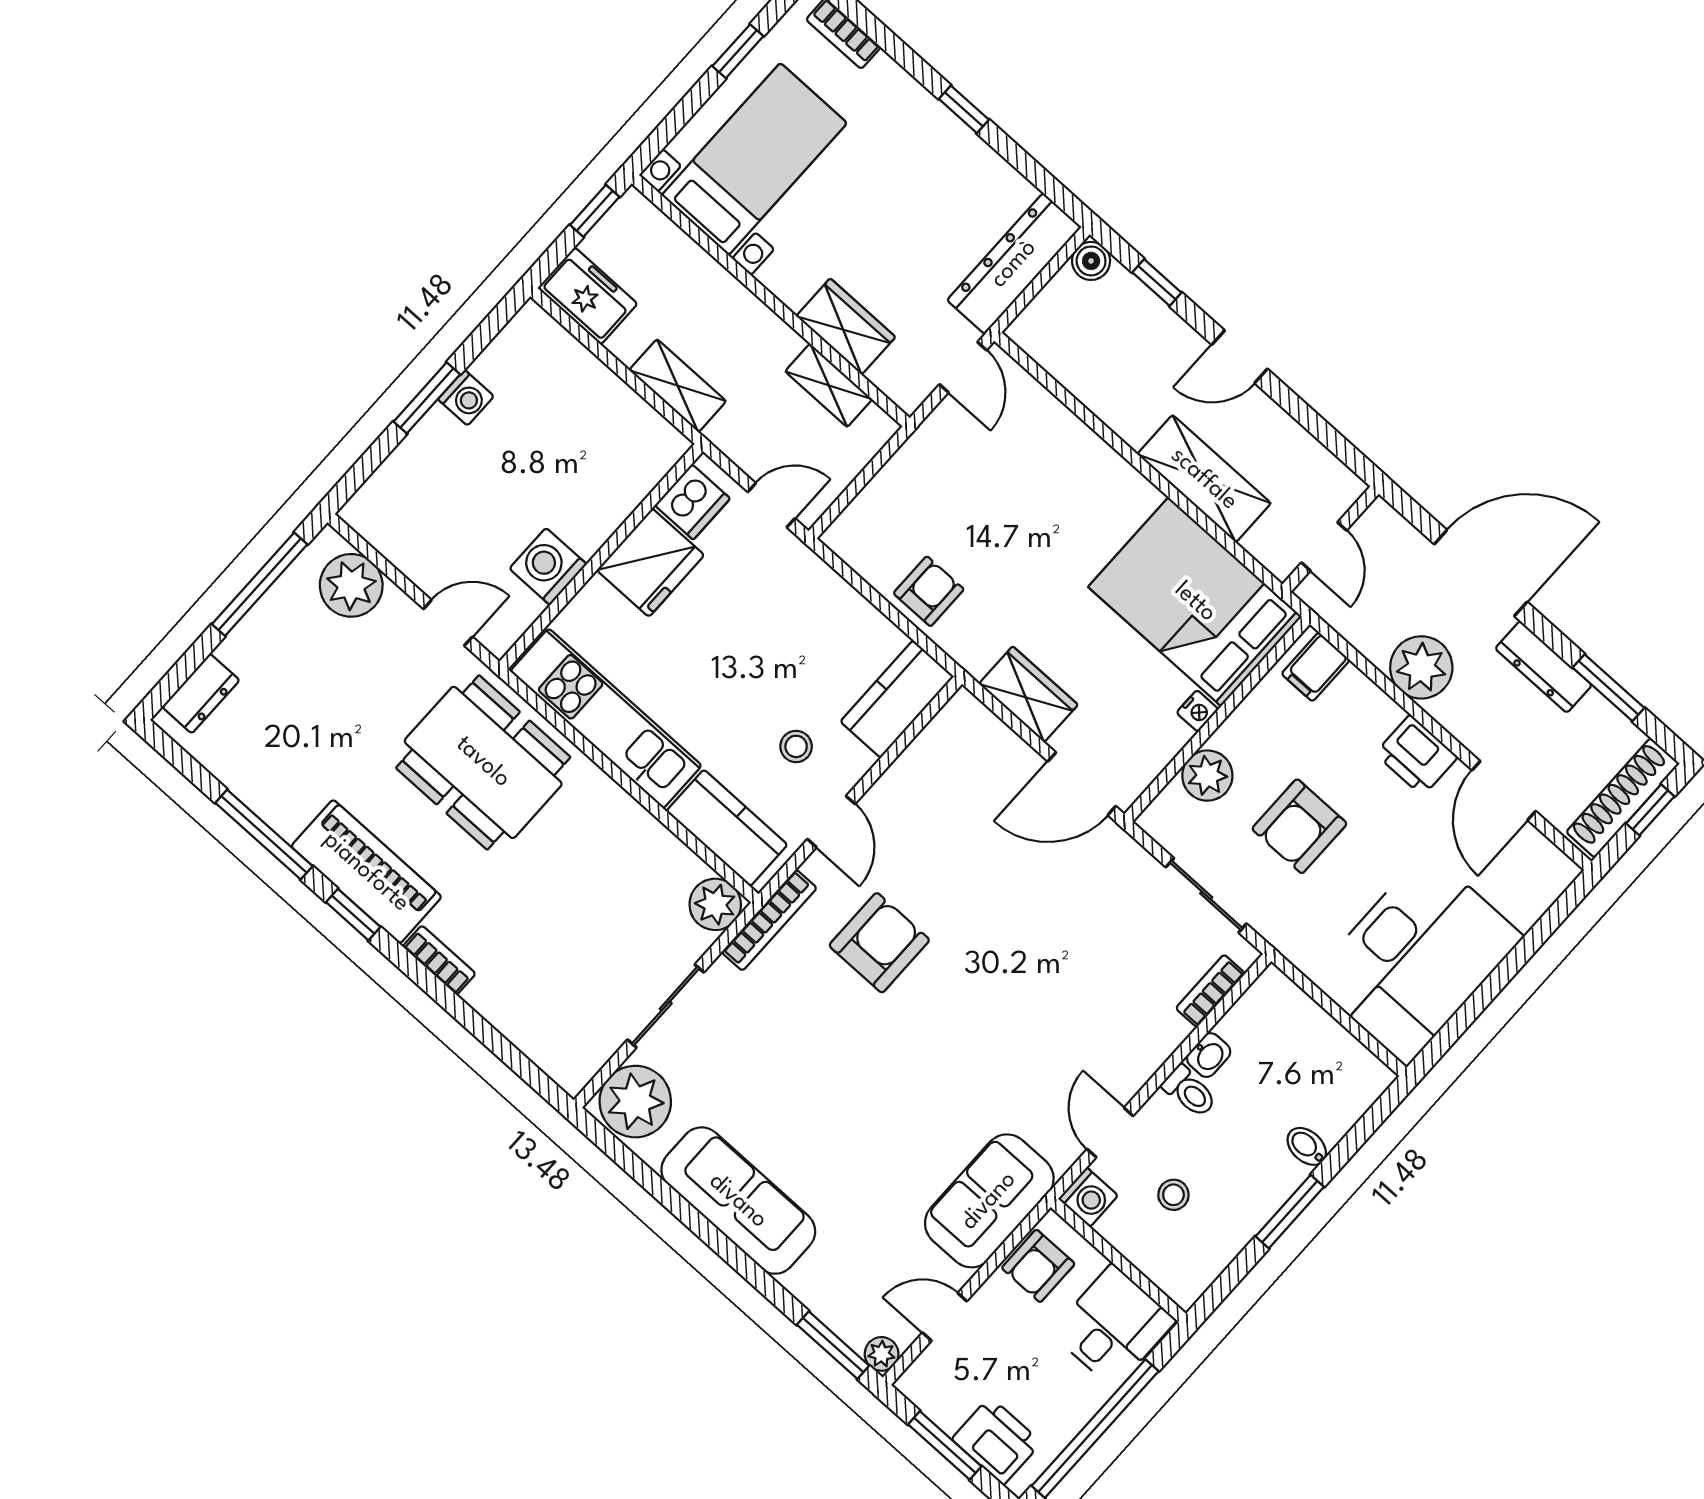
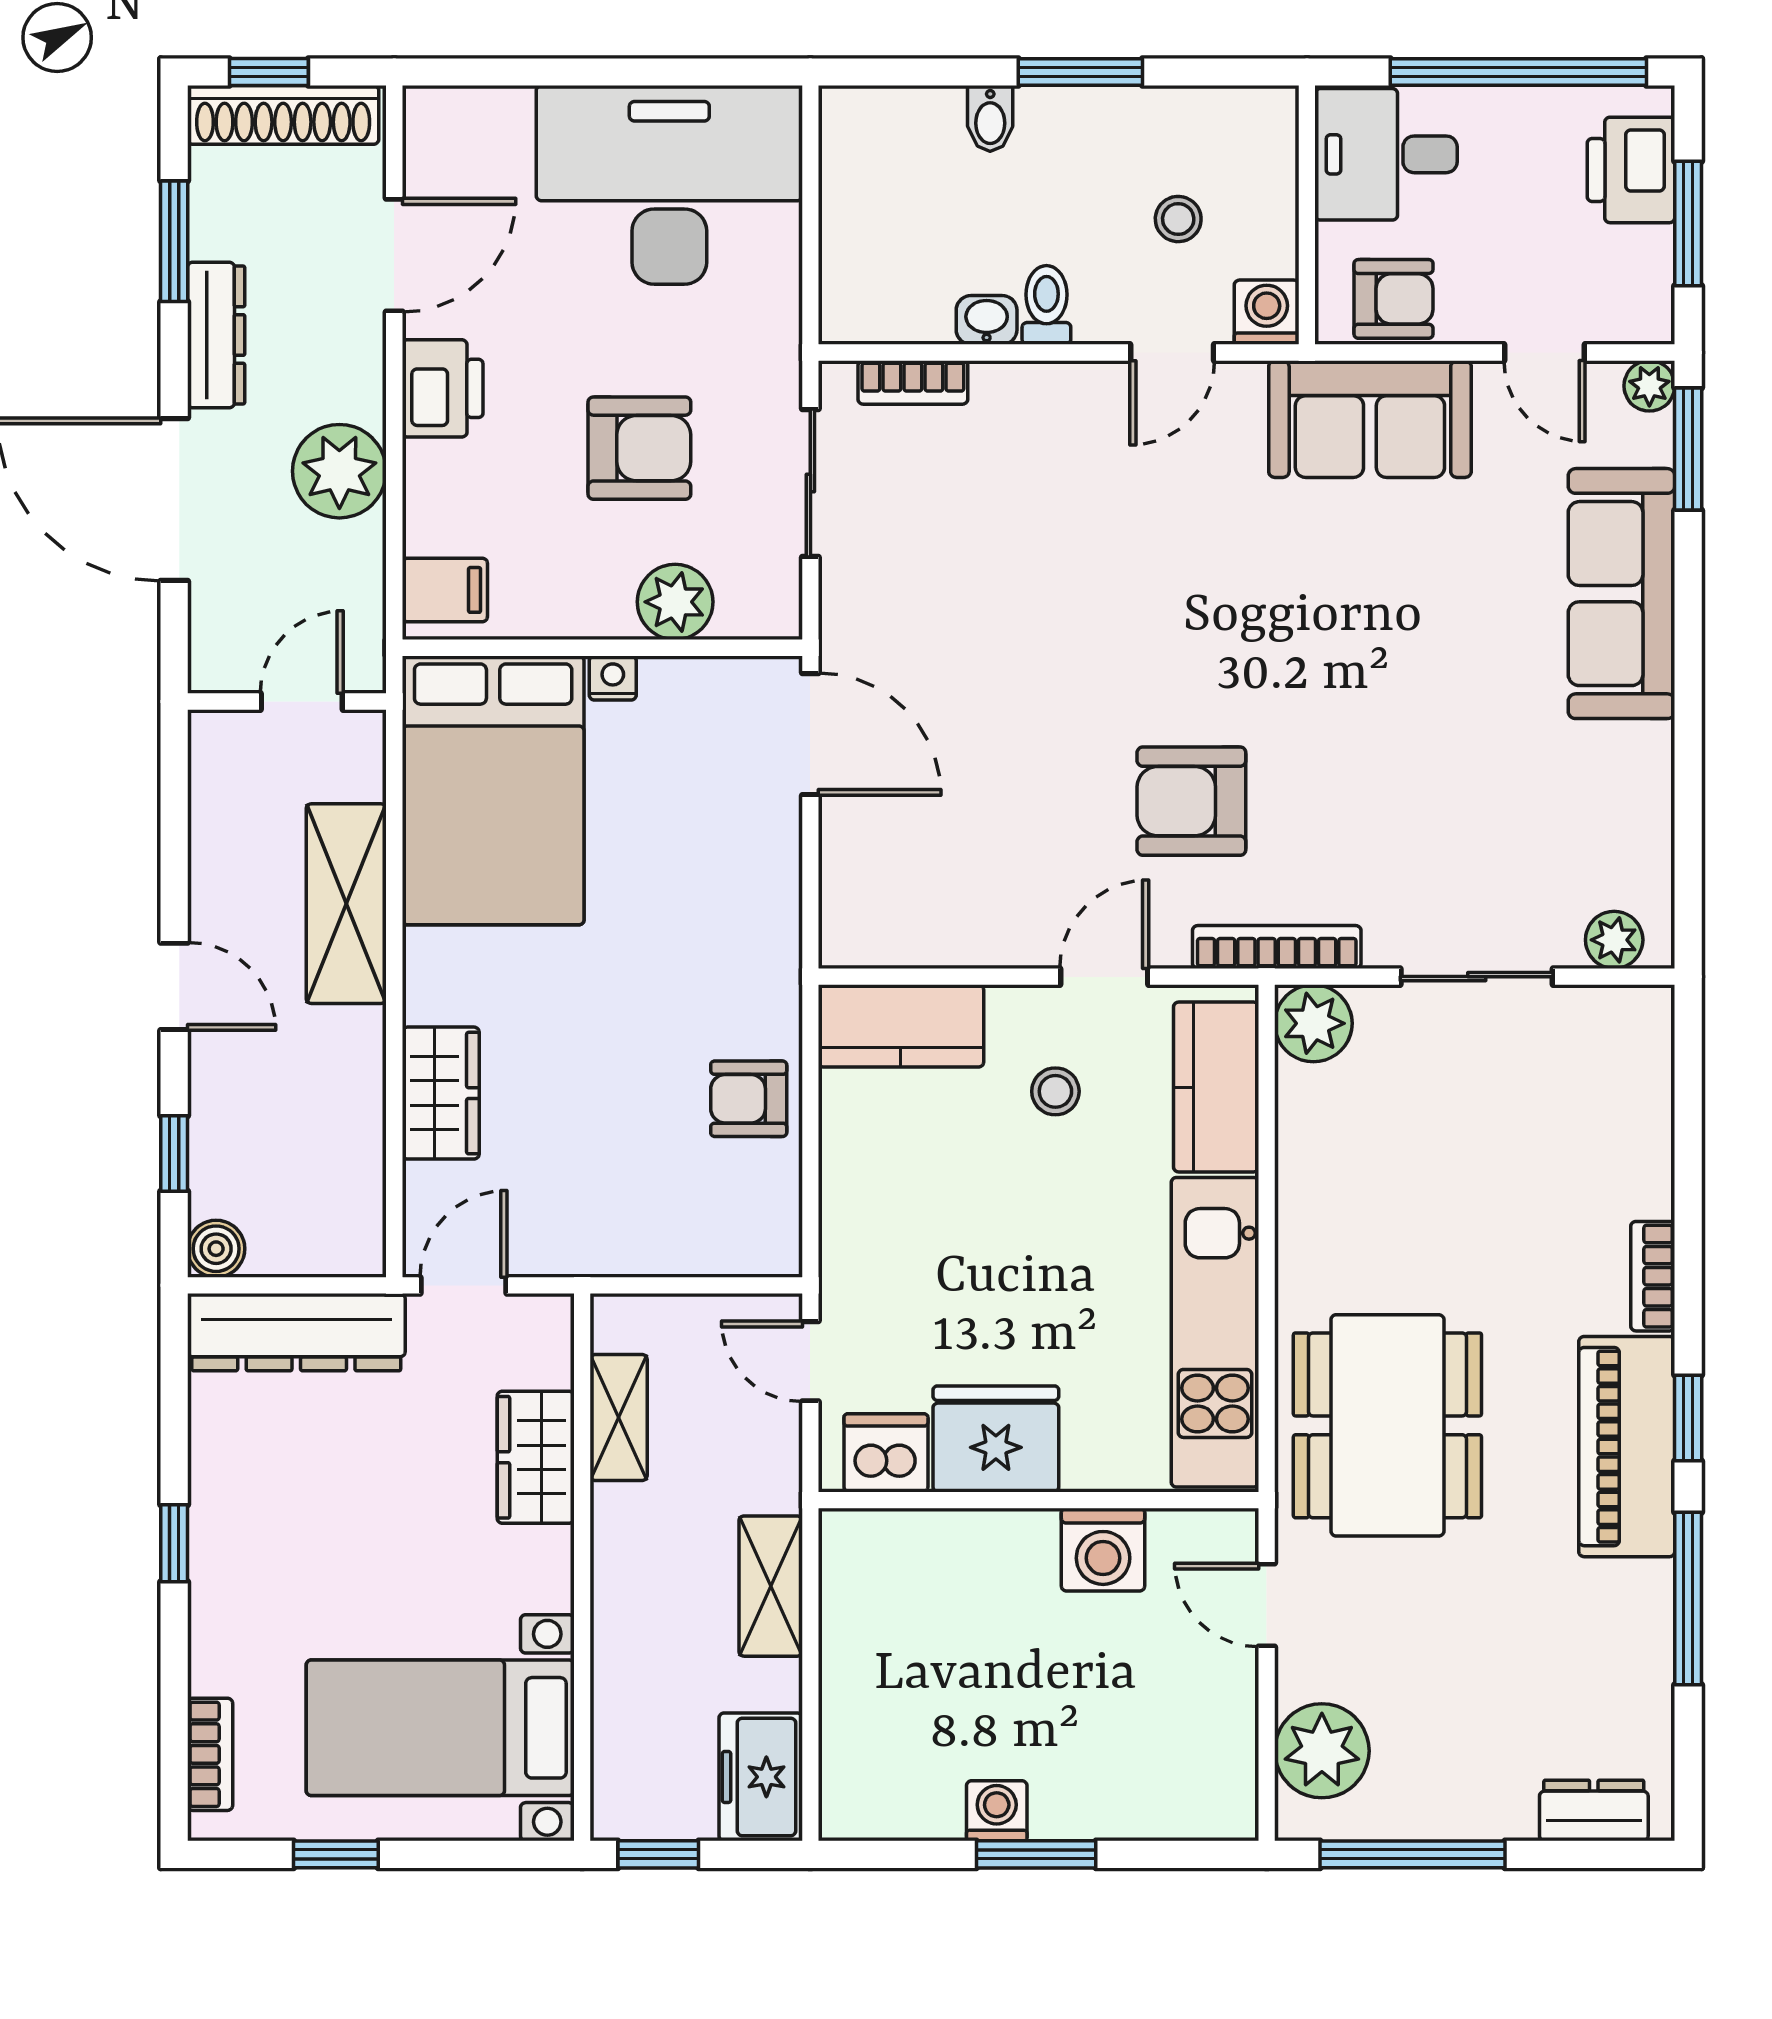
wardrobe: (1028, 694) -> (441, 1093), moved, turned 180
plant: (635, 1102) -> (1614, 940), width x0.53, depth x0.53
sofa: (738, 1201) -> (1622, 594), moved

